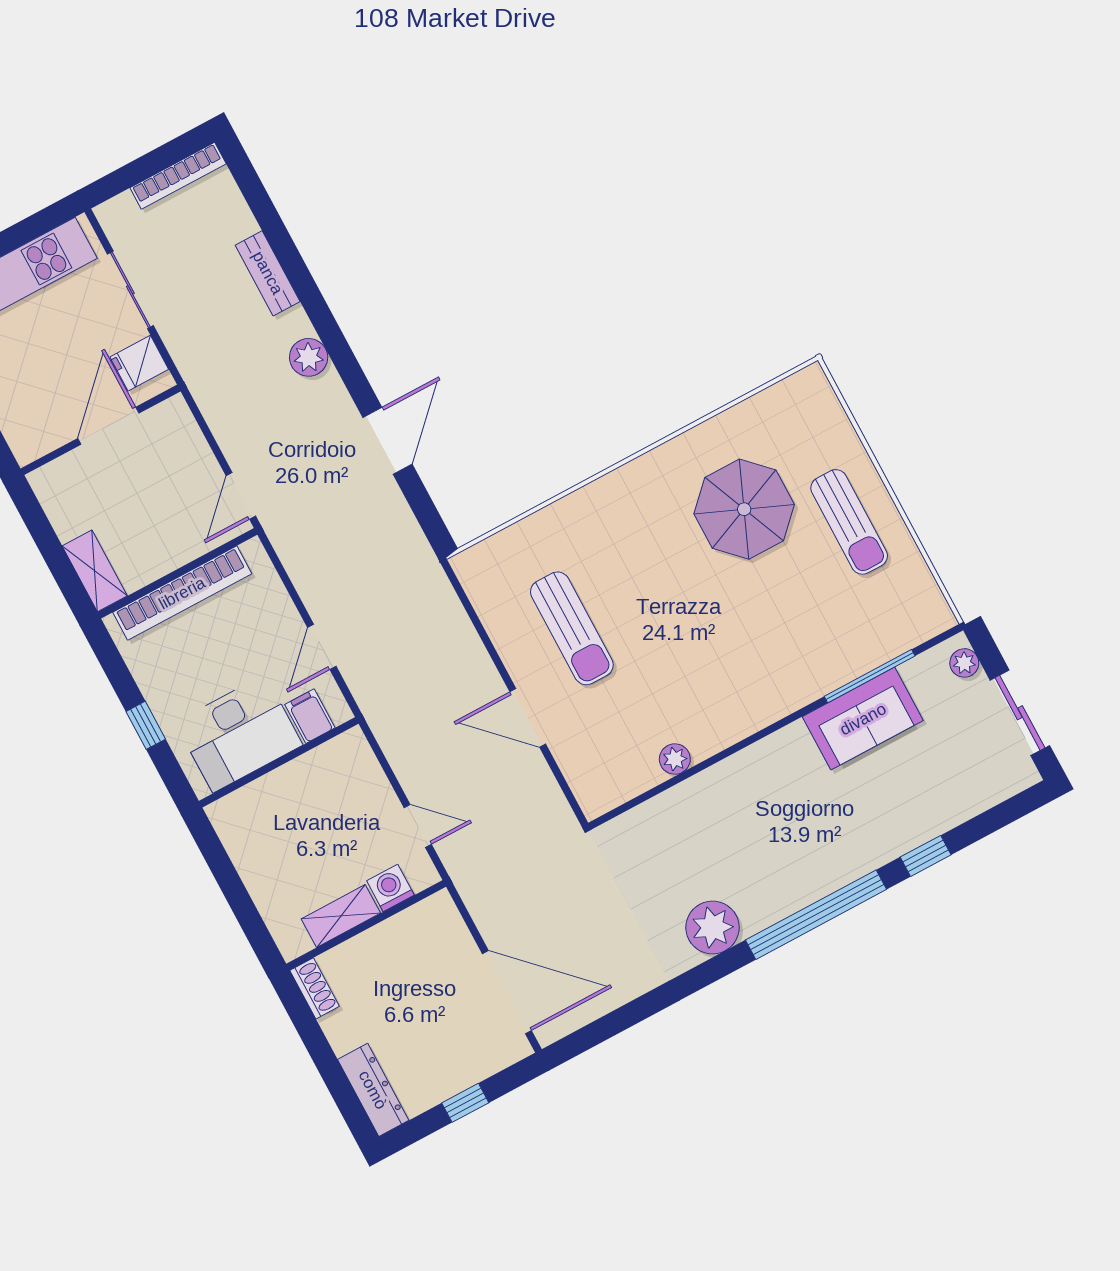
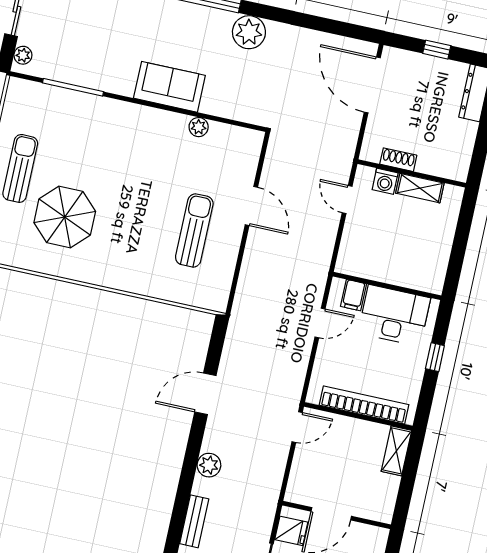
sofa: (863, 719) -> (169, 87), moved
shoe rack: (315, 988) -> (398, 160), moved, turned 90

